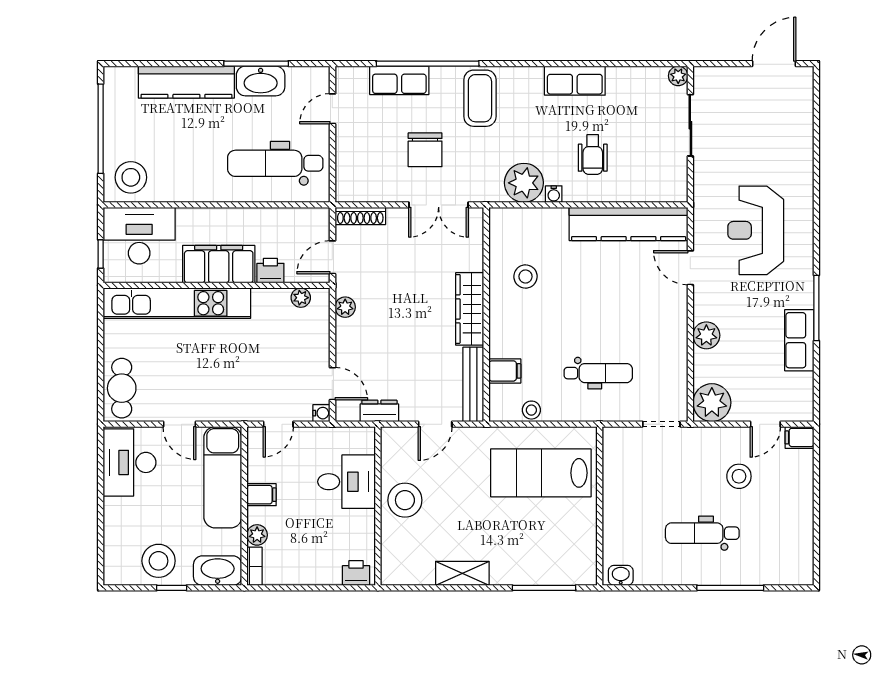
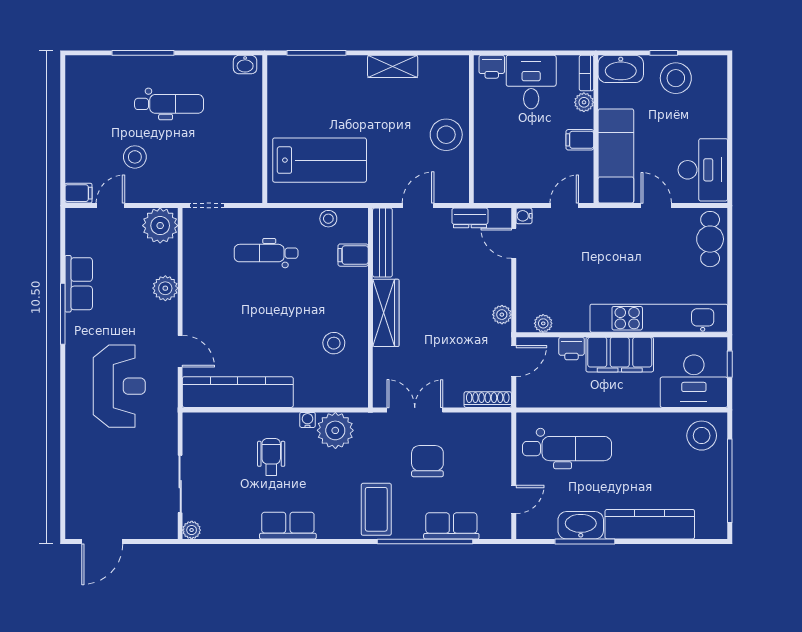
desk: (347, 482) -> (531, 82), moved, turned 90

